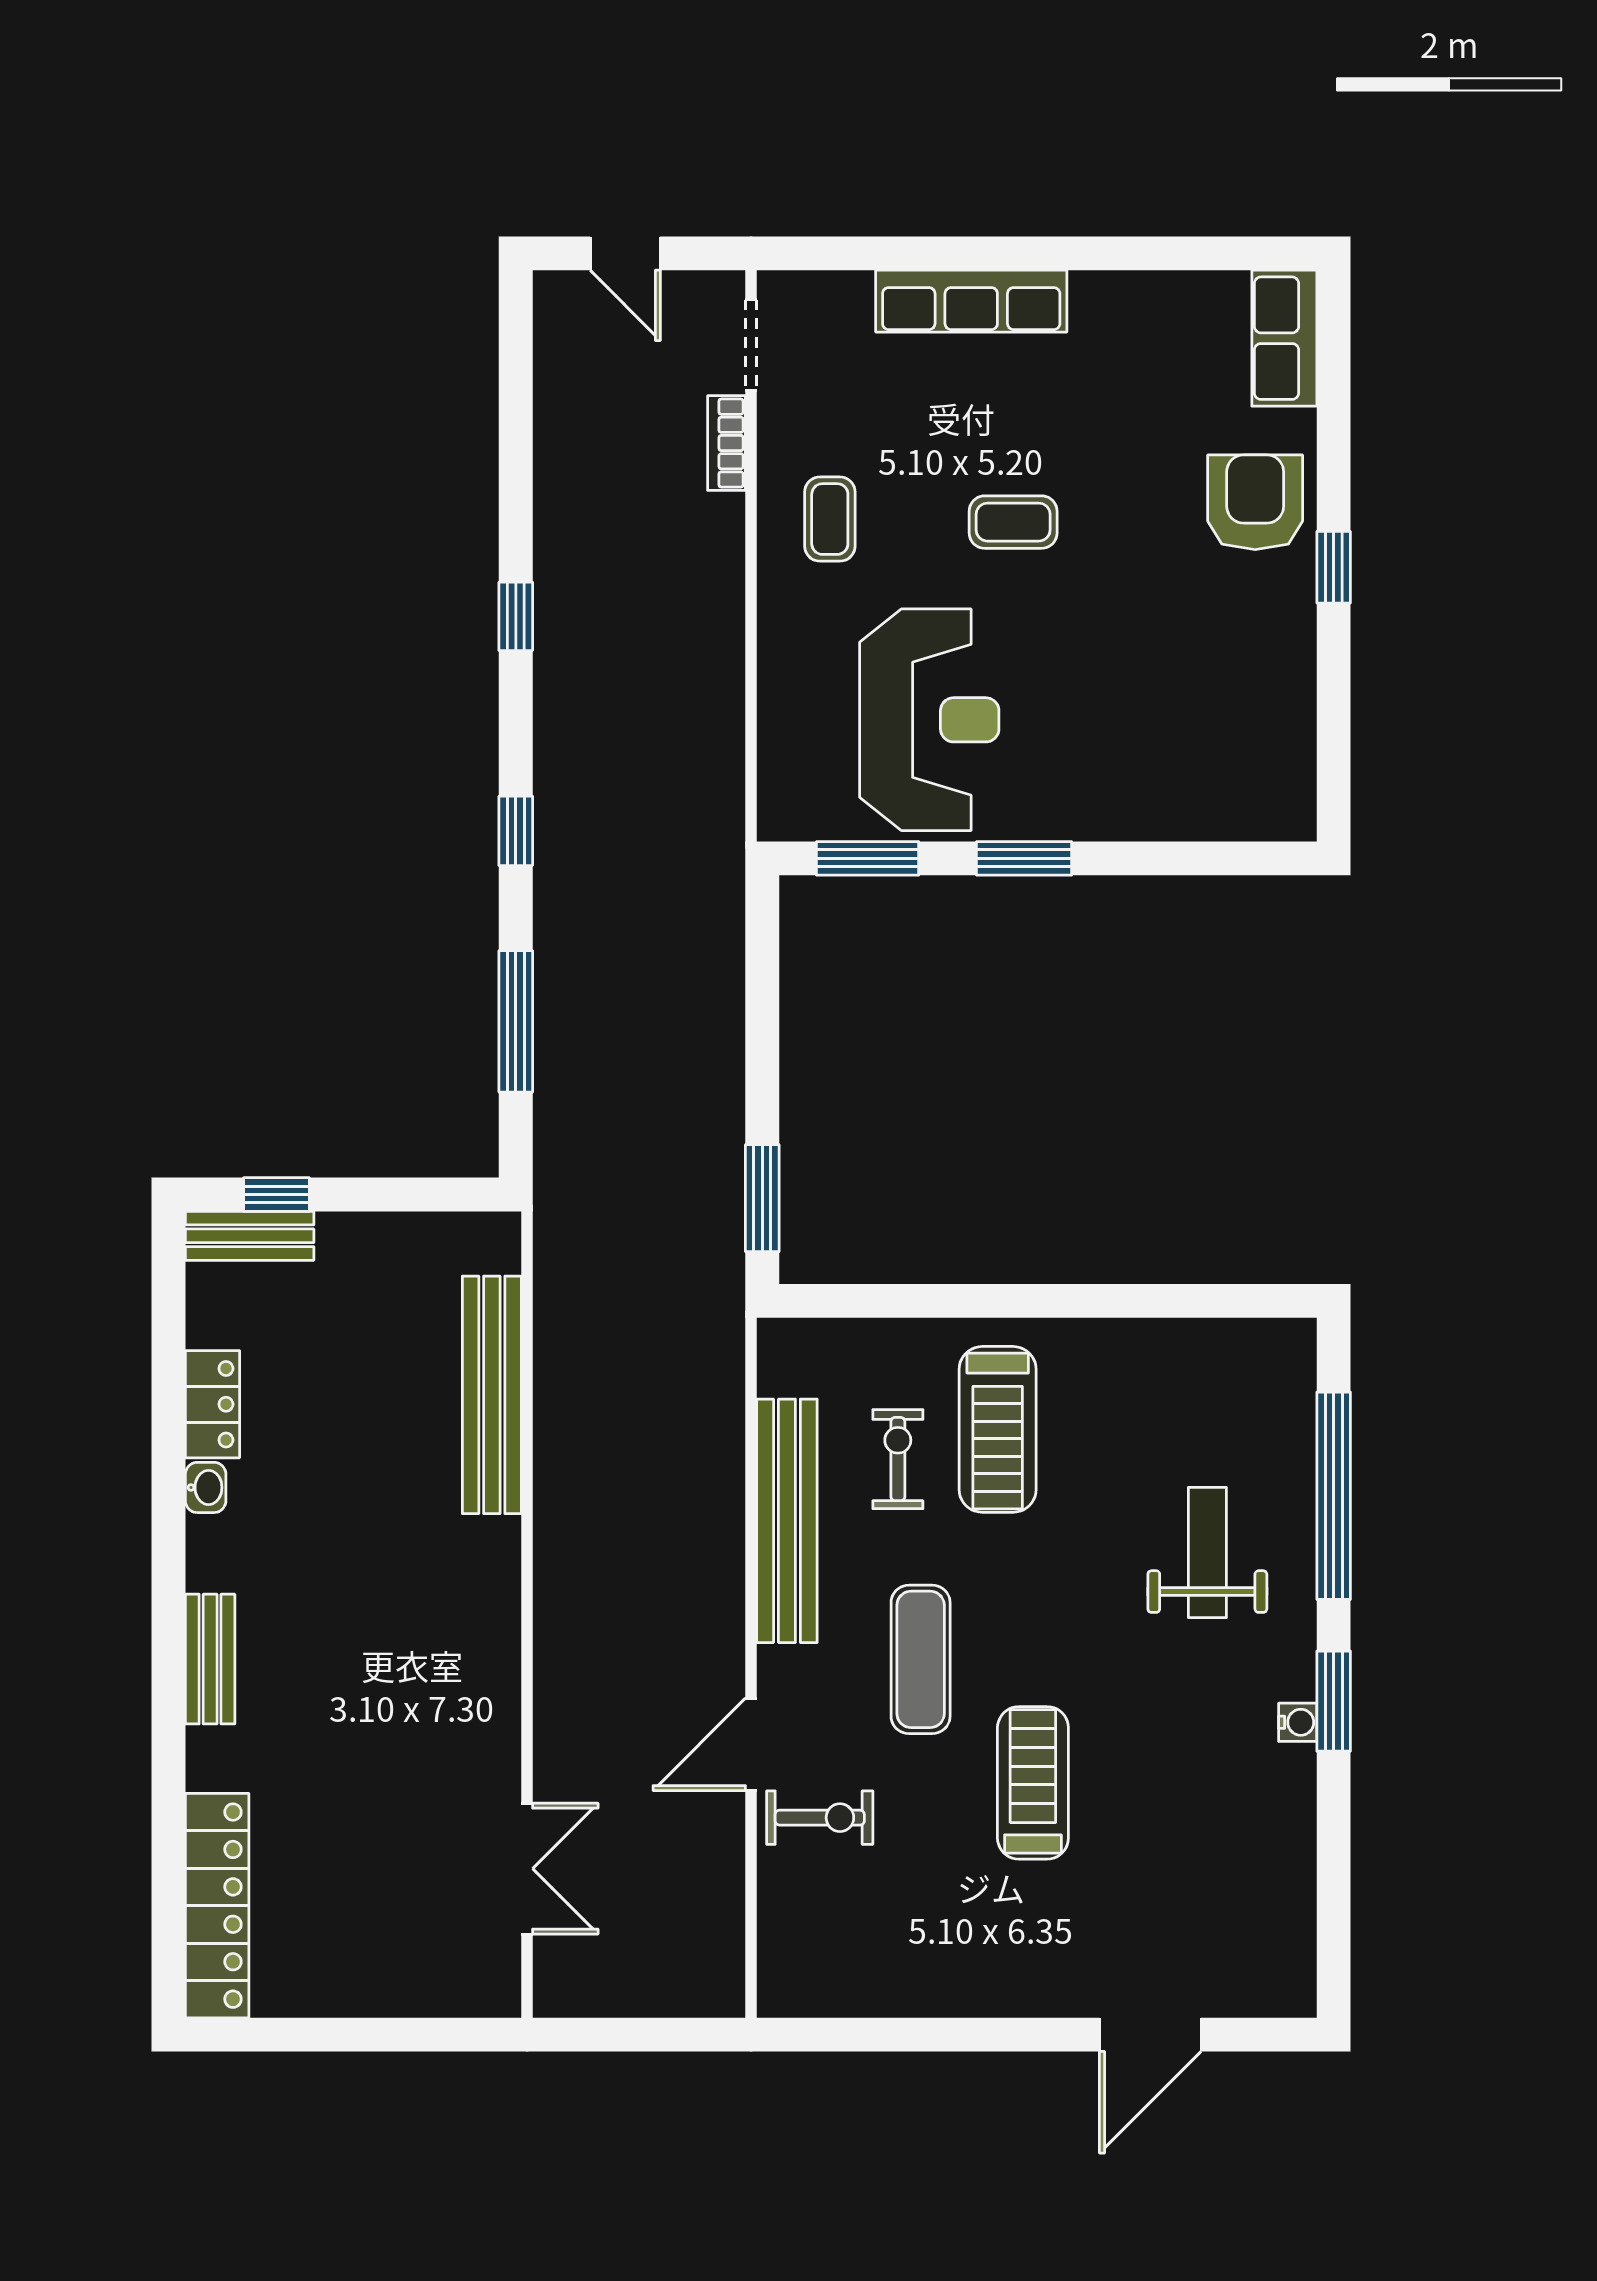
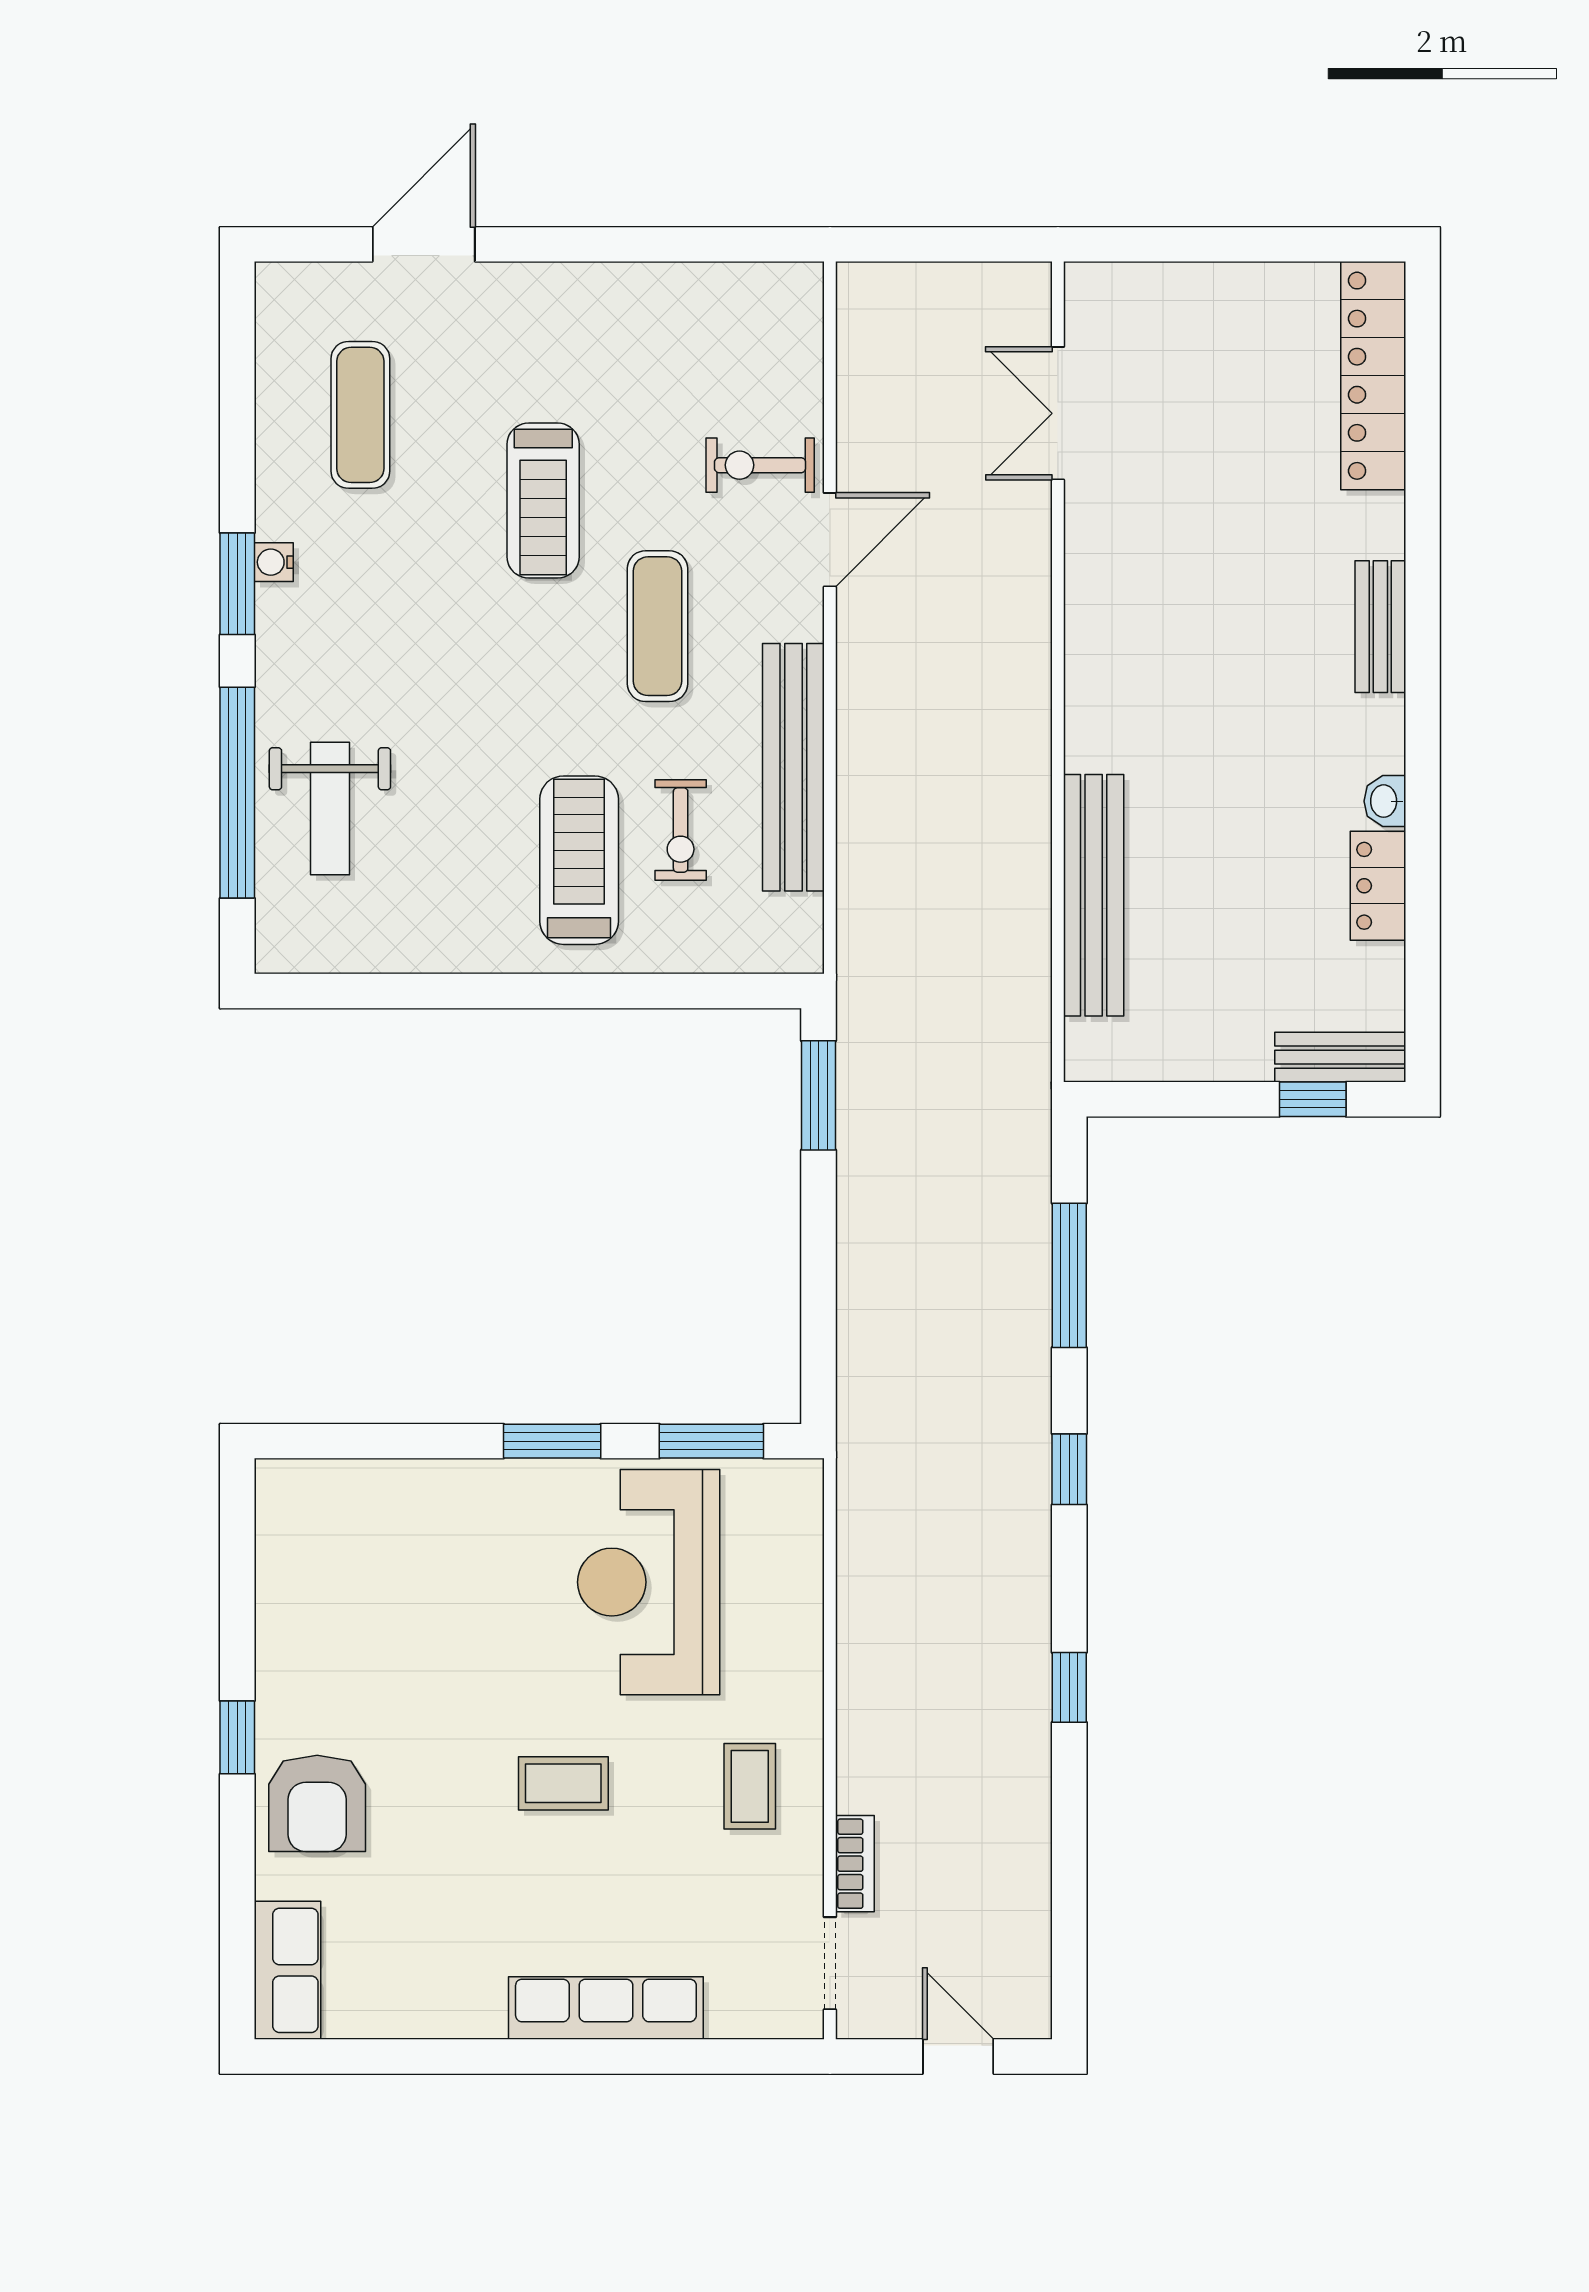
weight bench: (1207, 1552) -> (330, 809), moved
exercise mat: (1213, 1867) -> (360, 415), added

